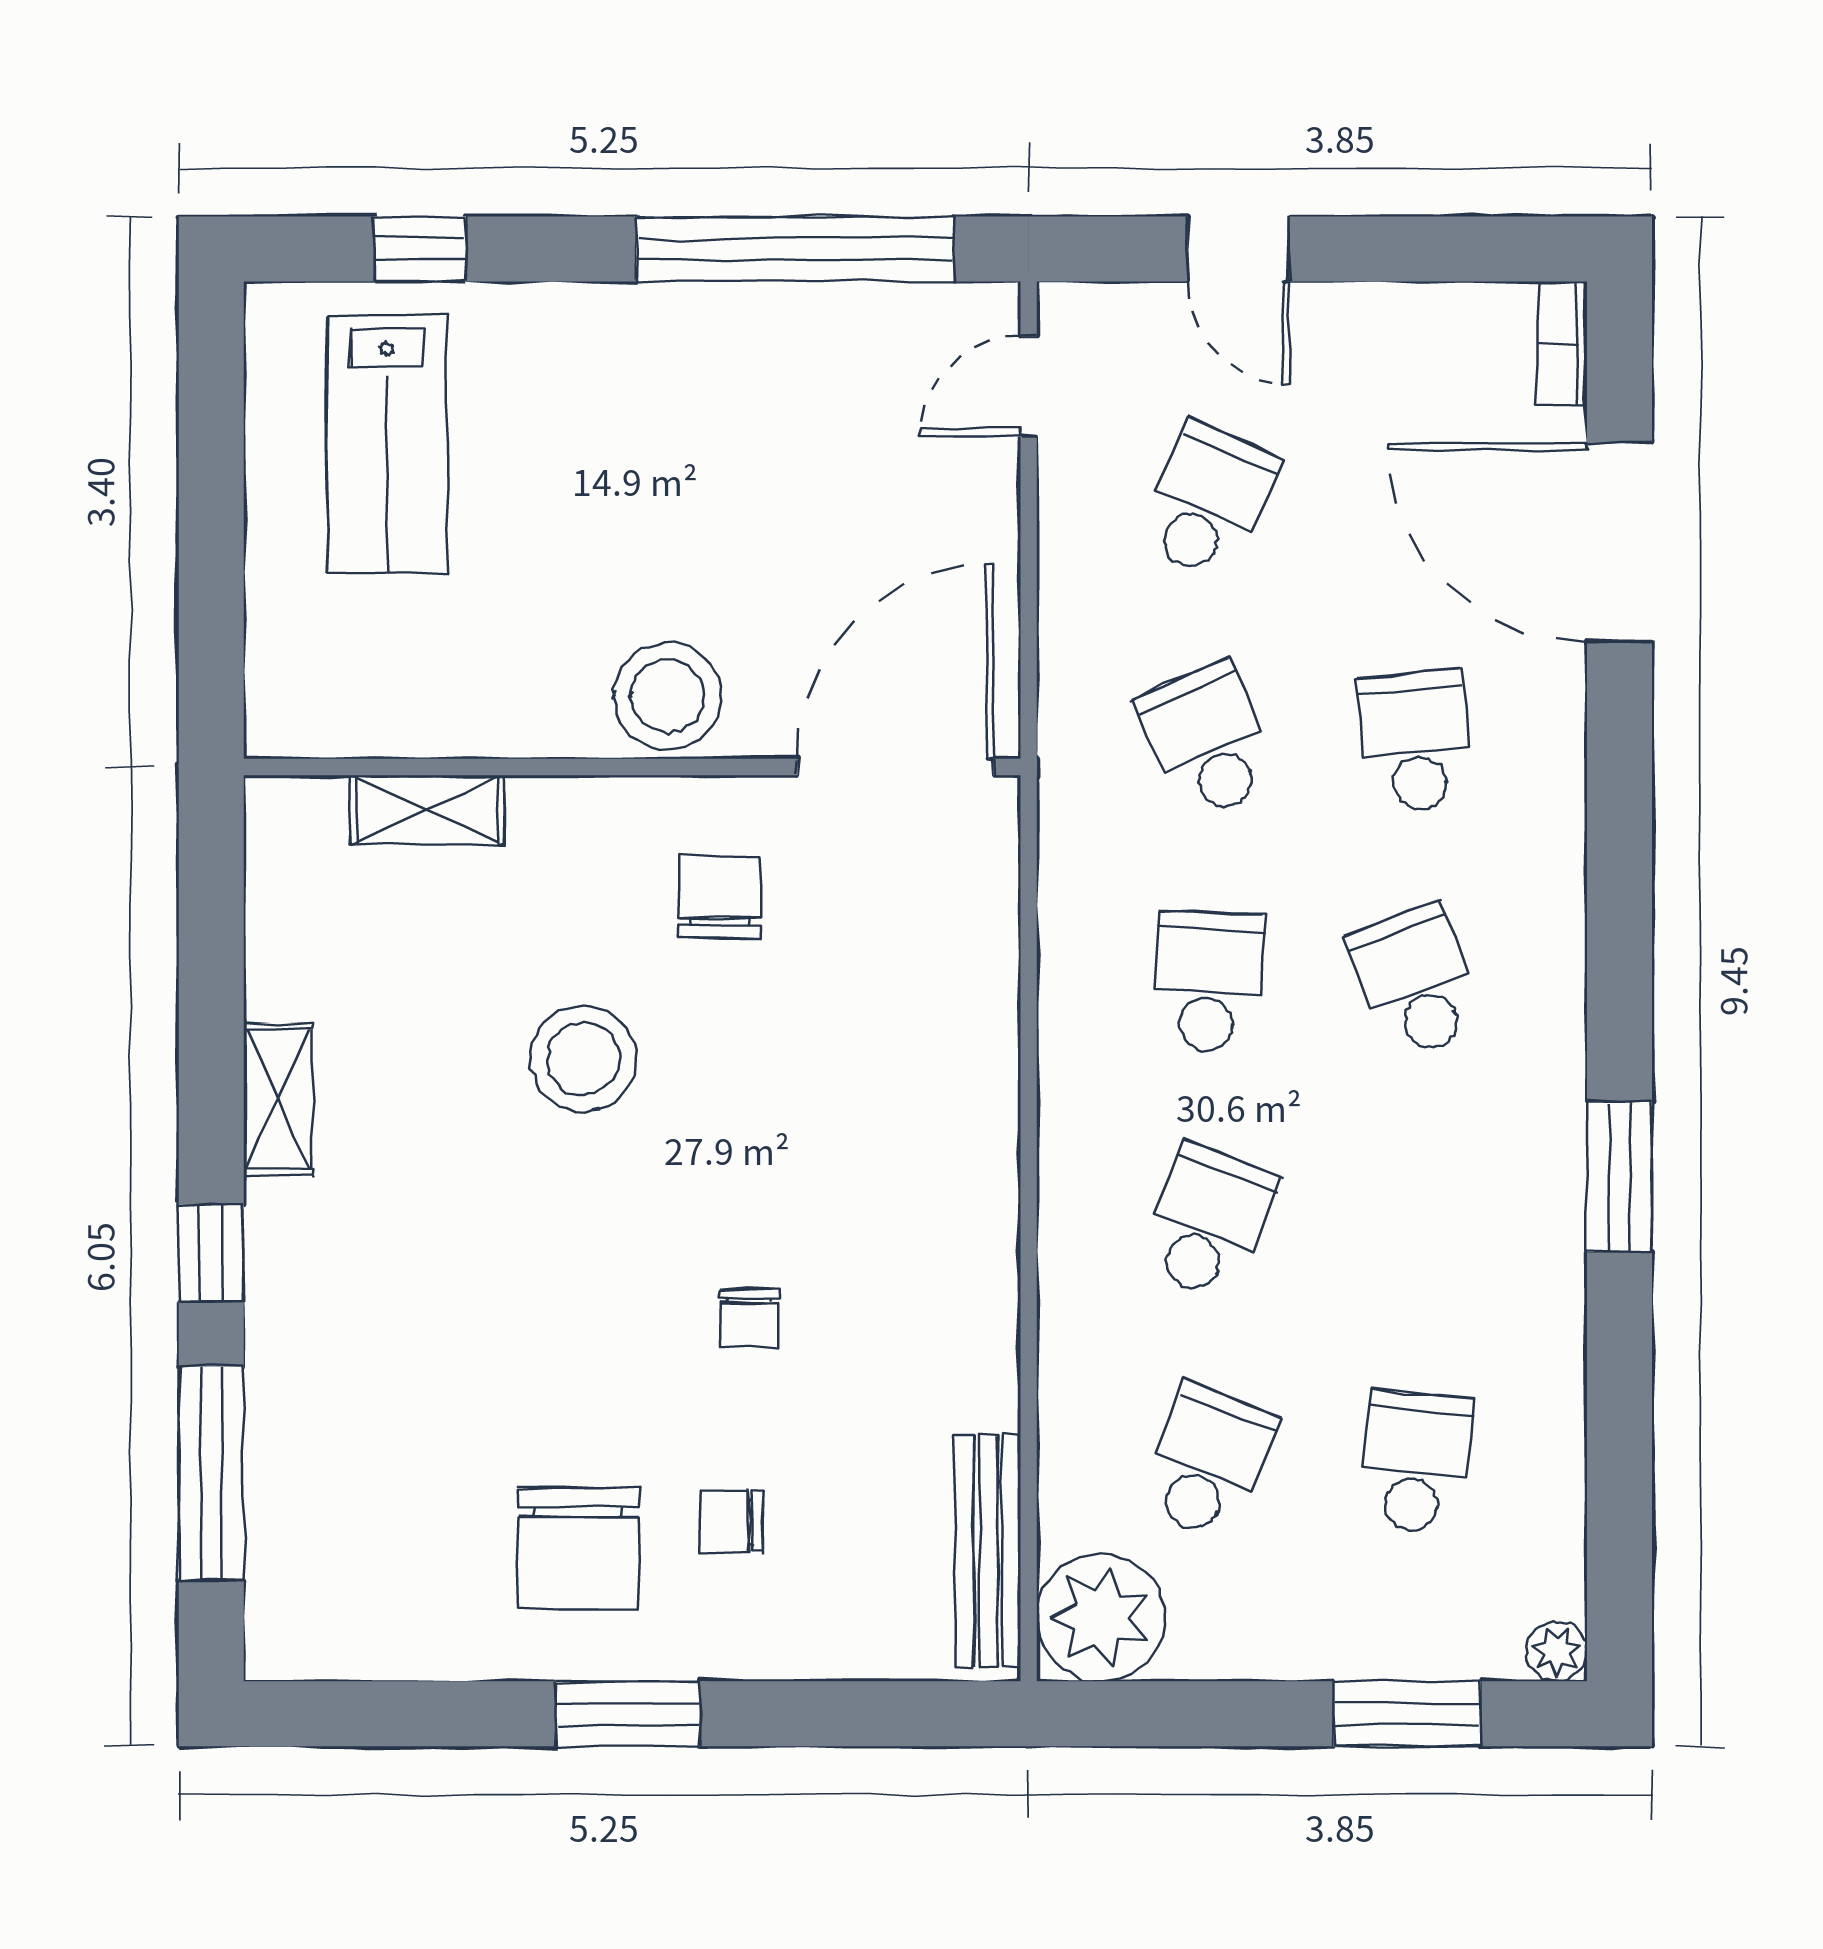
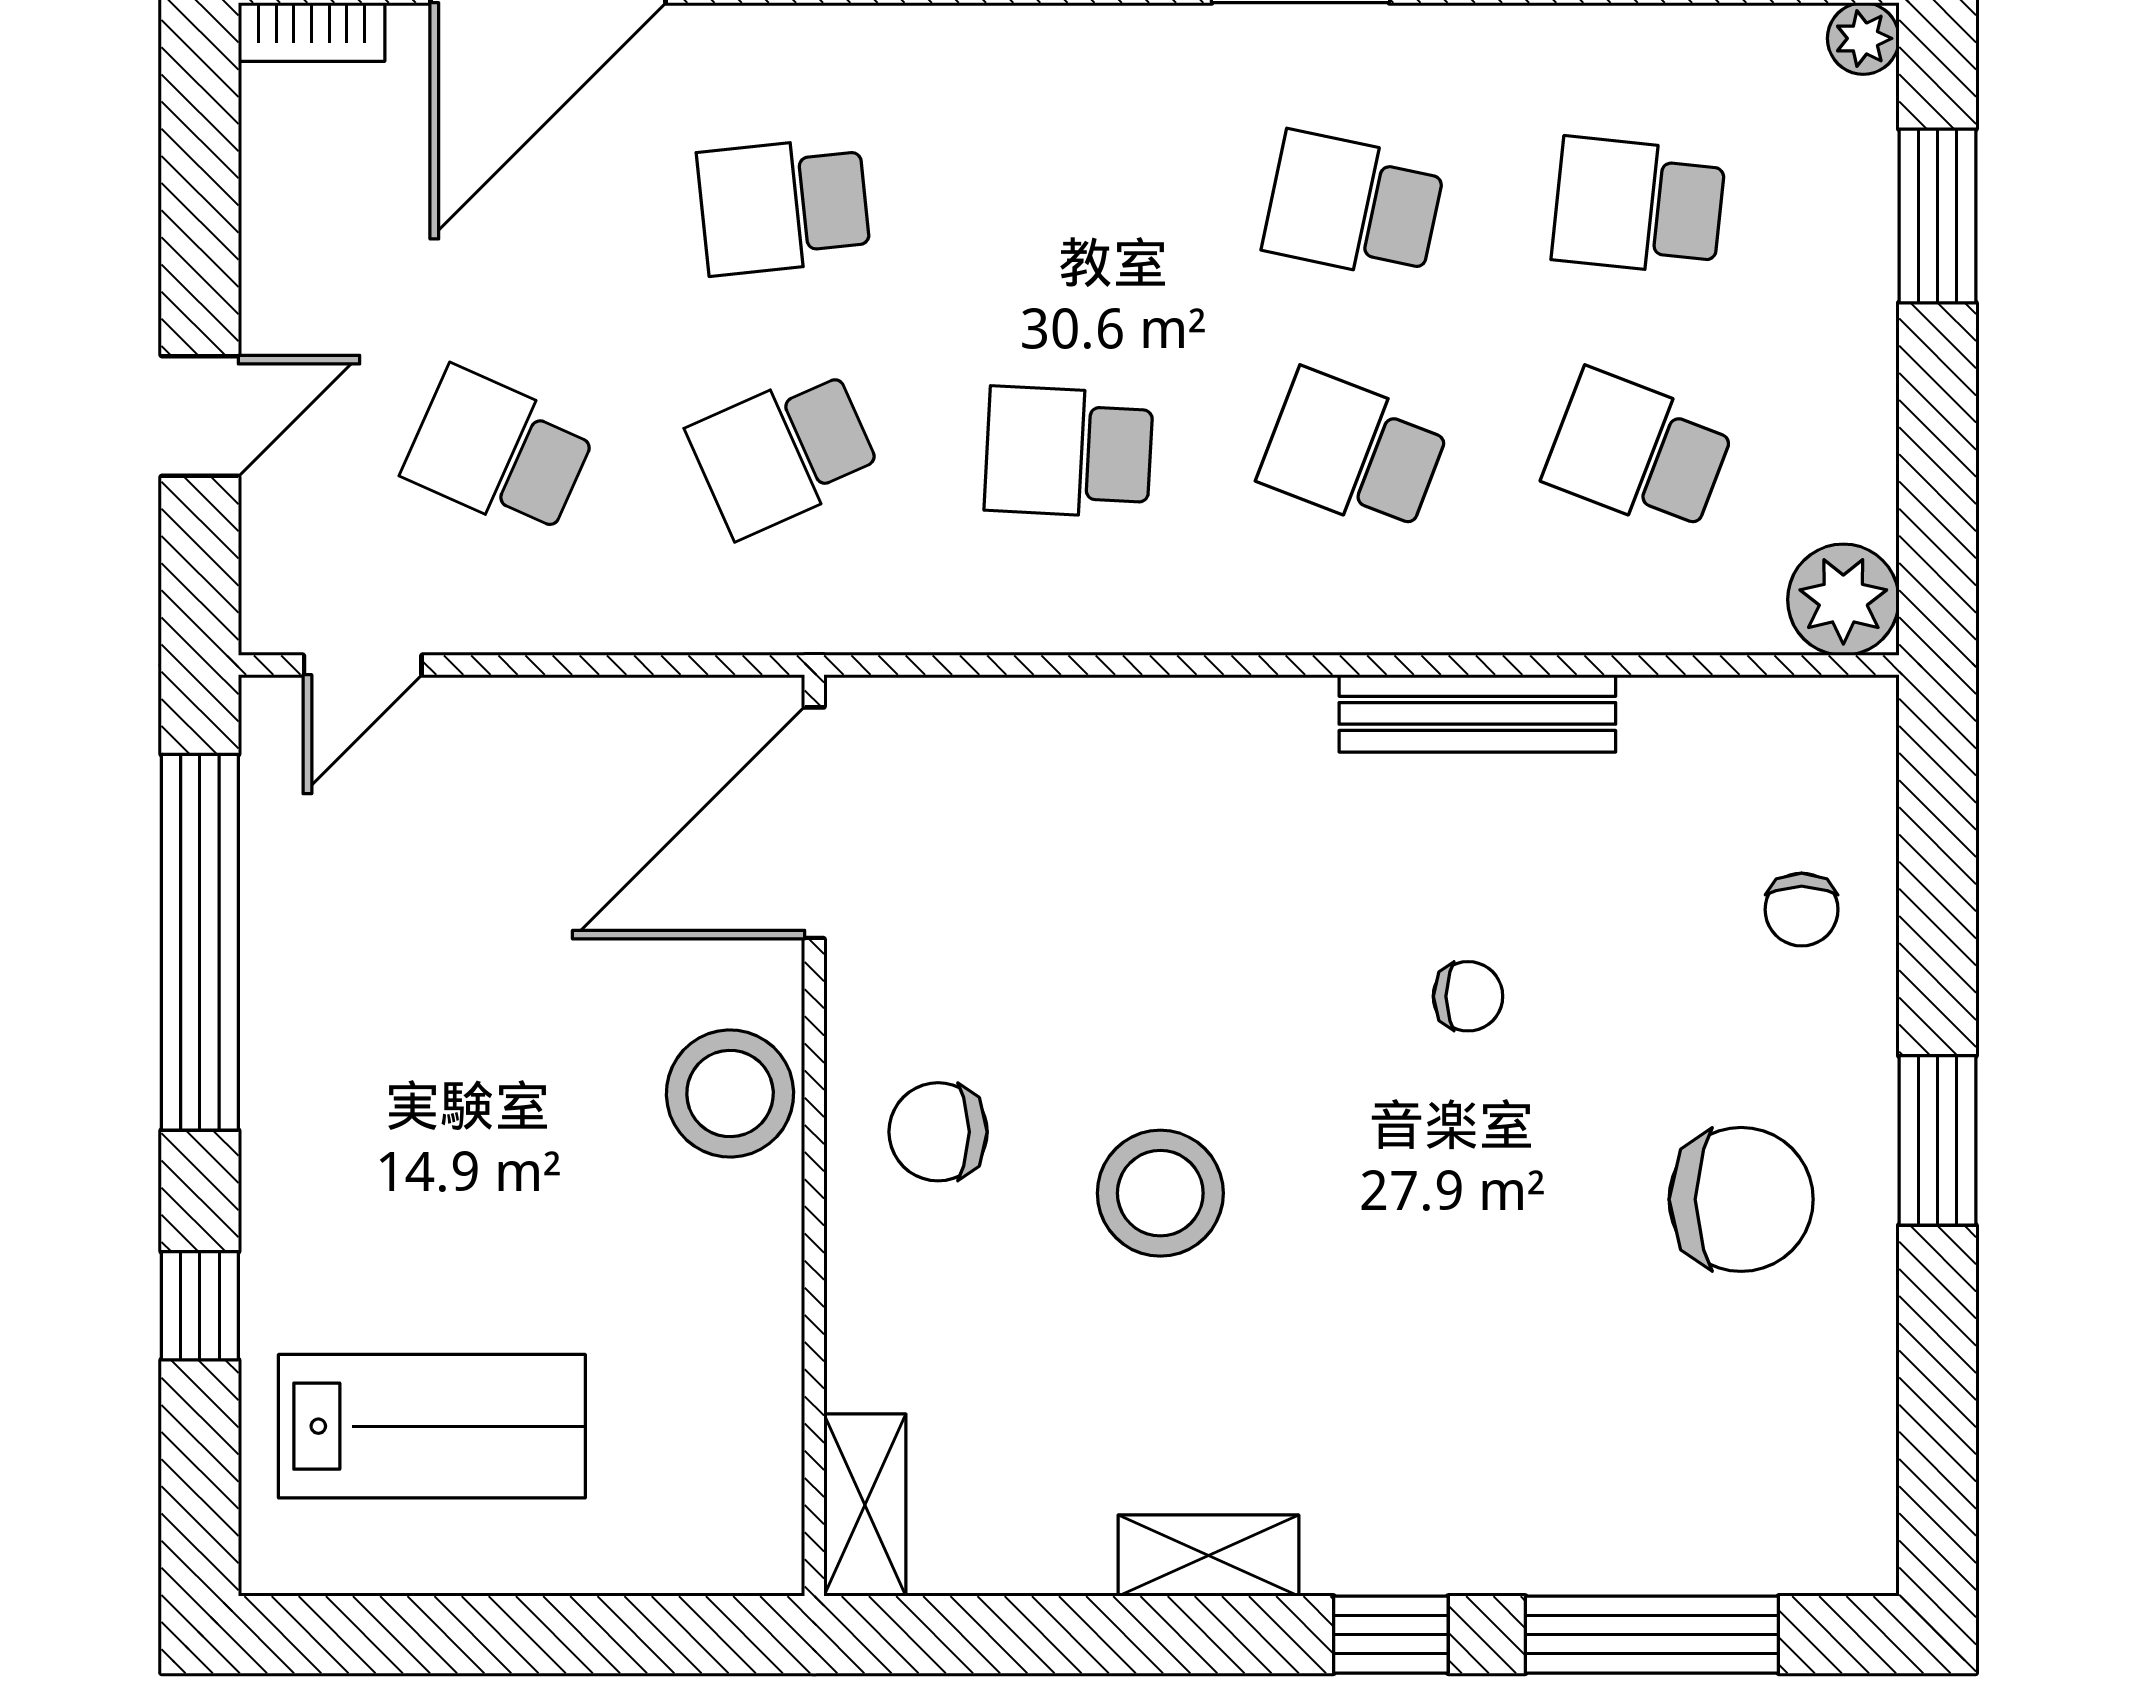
window: (420, 249) -> (200, 1306), moved
door: (1029, 386) -> (363, 665), hinge flipped
door: (896, 767) -> (814, 823), hinge flipped
shelving: (427, 810) -> (865, 1505), moved
chair: (720, 897) -> (938, 1132), moved
school desk: (1416, 981) -> (1354, 206), moved, turned 33
chair: (732, 1522) -> (1802, 910), moved
bench: (988, 1551) -> (1477, 713), moved
plant: (1101, 1617) -> (1843, 600), width x0.73, depth x0.73

